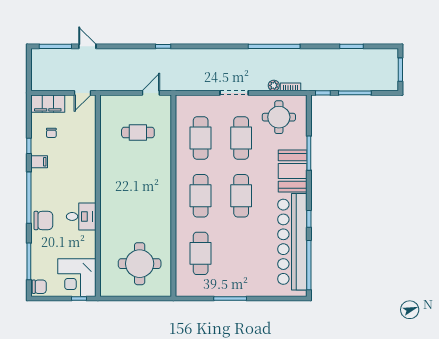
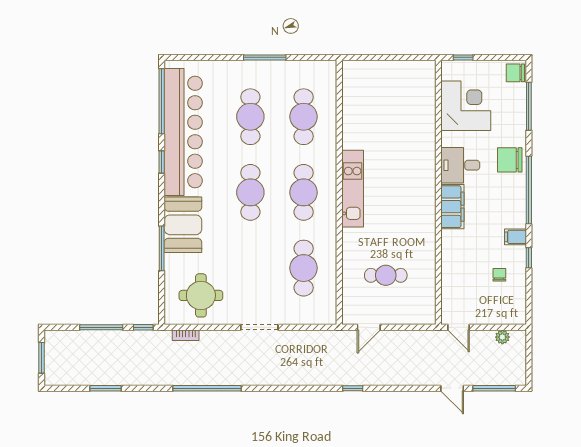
plant: (274, 85) -> (502, 337), moved
door: (82, 93) -> (459, 327), swing flipped
filing cabinet: (48, 104) -> (452, 207), moved, turned 90
cafe table: (241, 138) -> (250, 117), moved
kitchen unit: (163, 198) -> (353, 189), added
round table: (140, 264) -> (384, 103), removed
corner desk: (77, 278) -> (466, 106), moved

